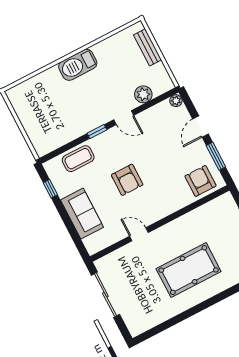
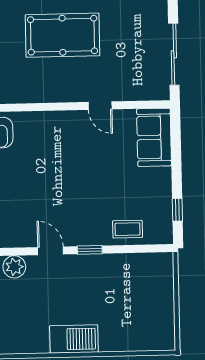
coffee table: (78, 159) -> (128, 229), width x0.73, depth x0.77
armchair: (127, 180) -> (82, 176), removed
sofa: (82, 214) -> (154, 137), moved

